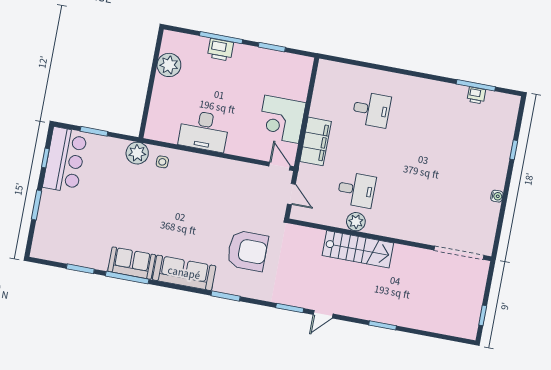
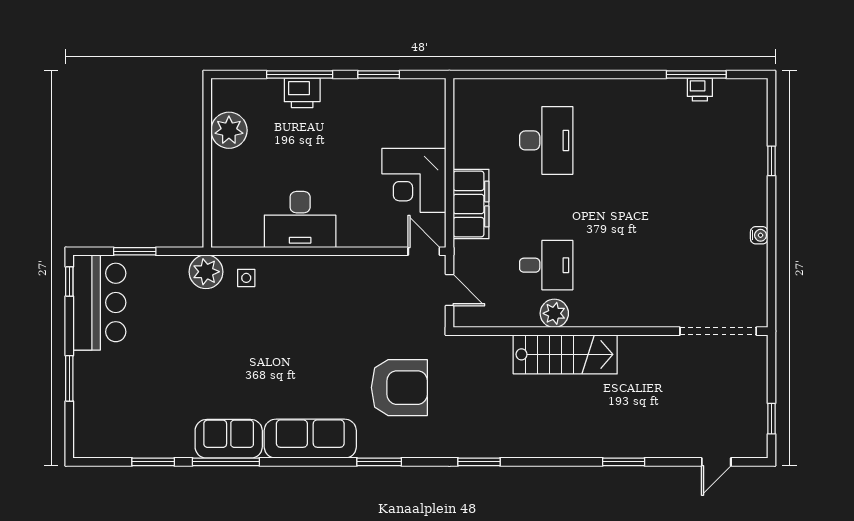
desk: (371, 110) -> (546, 140), width x1.37
window: (45, 158) -> (69, 282), moved
door: (323, 314) -> (716, 462), moved

